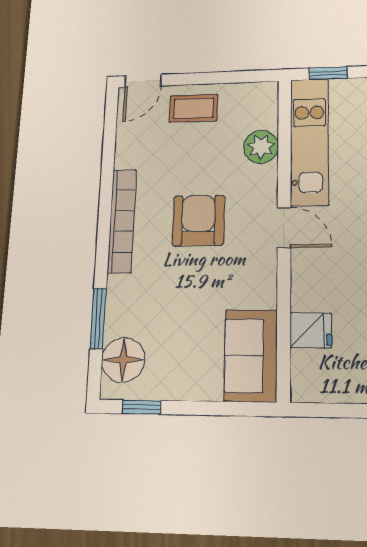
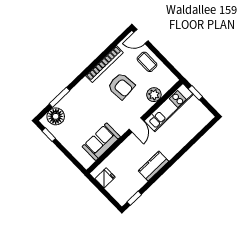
armchair: (198, 220) -> (121, 86), moved, turned 85
bookcase: (122, 221) -> (104, 64), moved
fridge: (311, 330) -> (105, 178), moved, turned -90
sofa: (251, 356) -> (101, 142), moved

